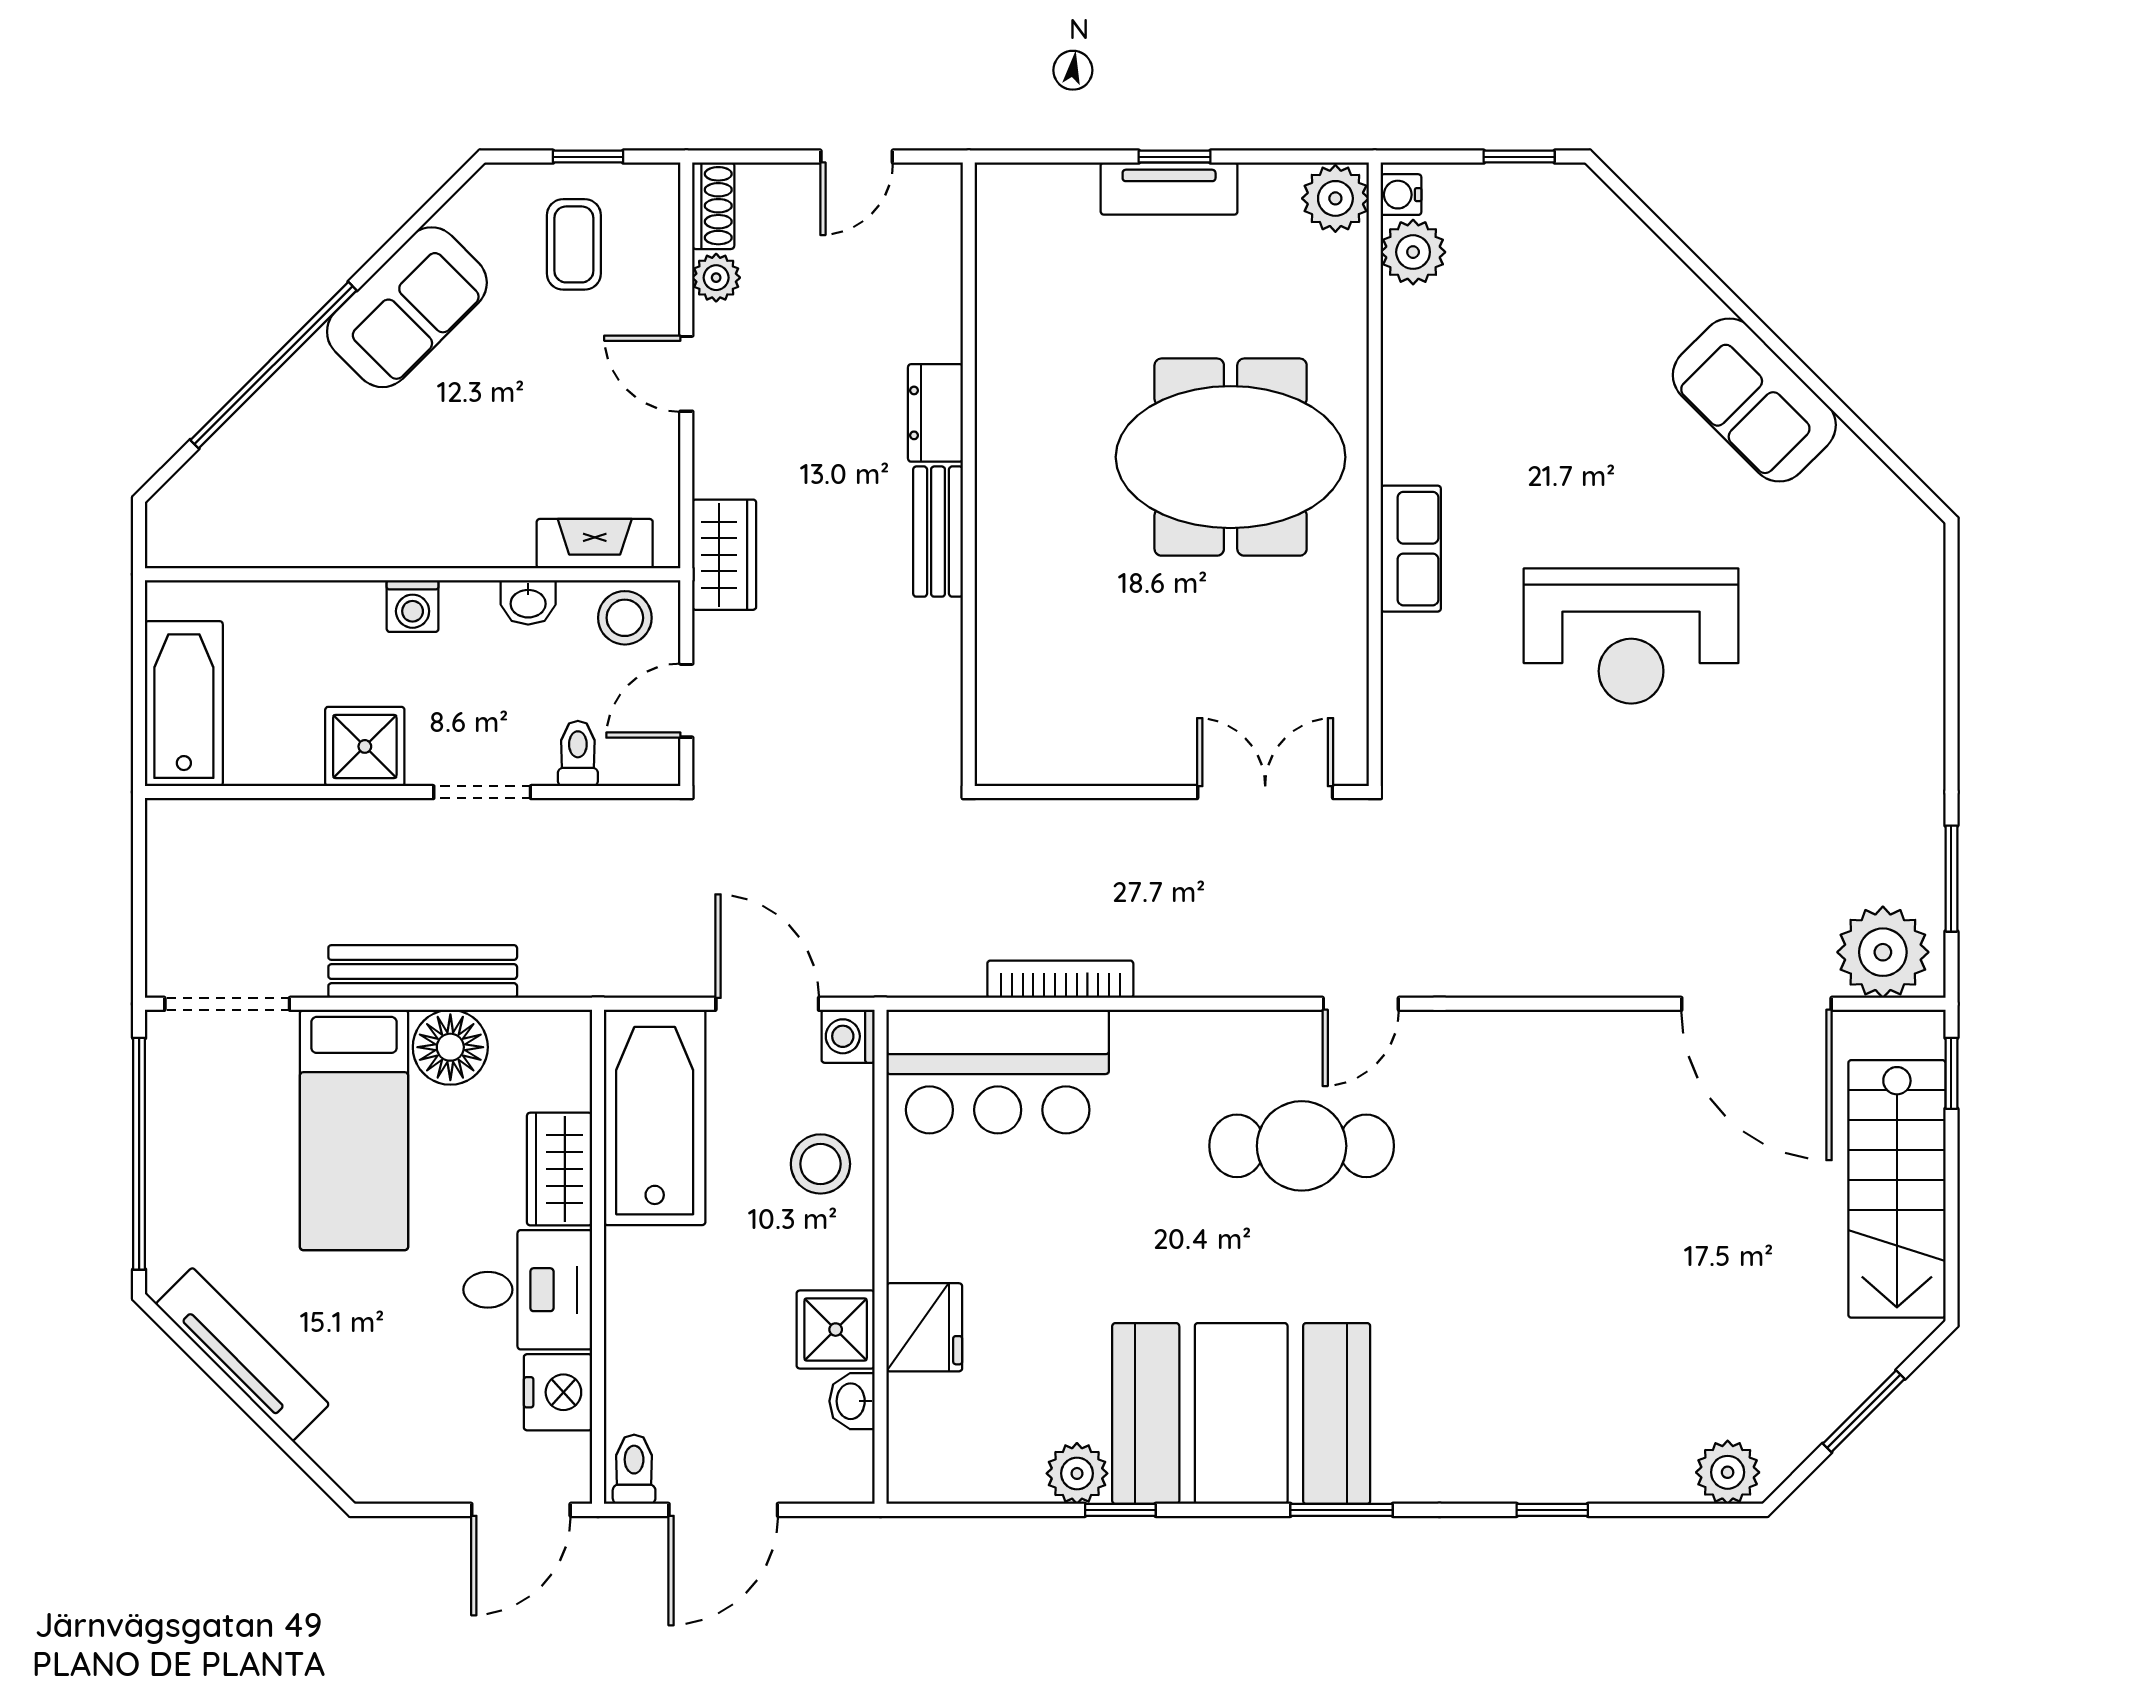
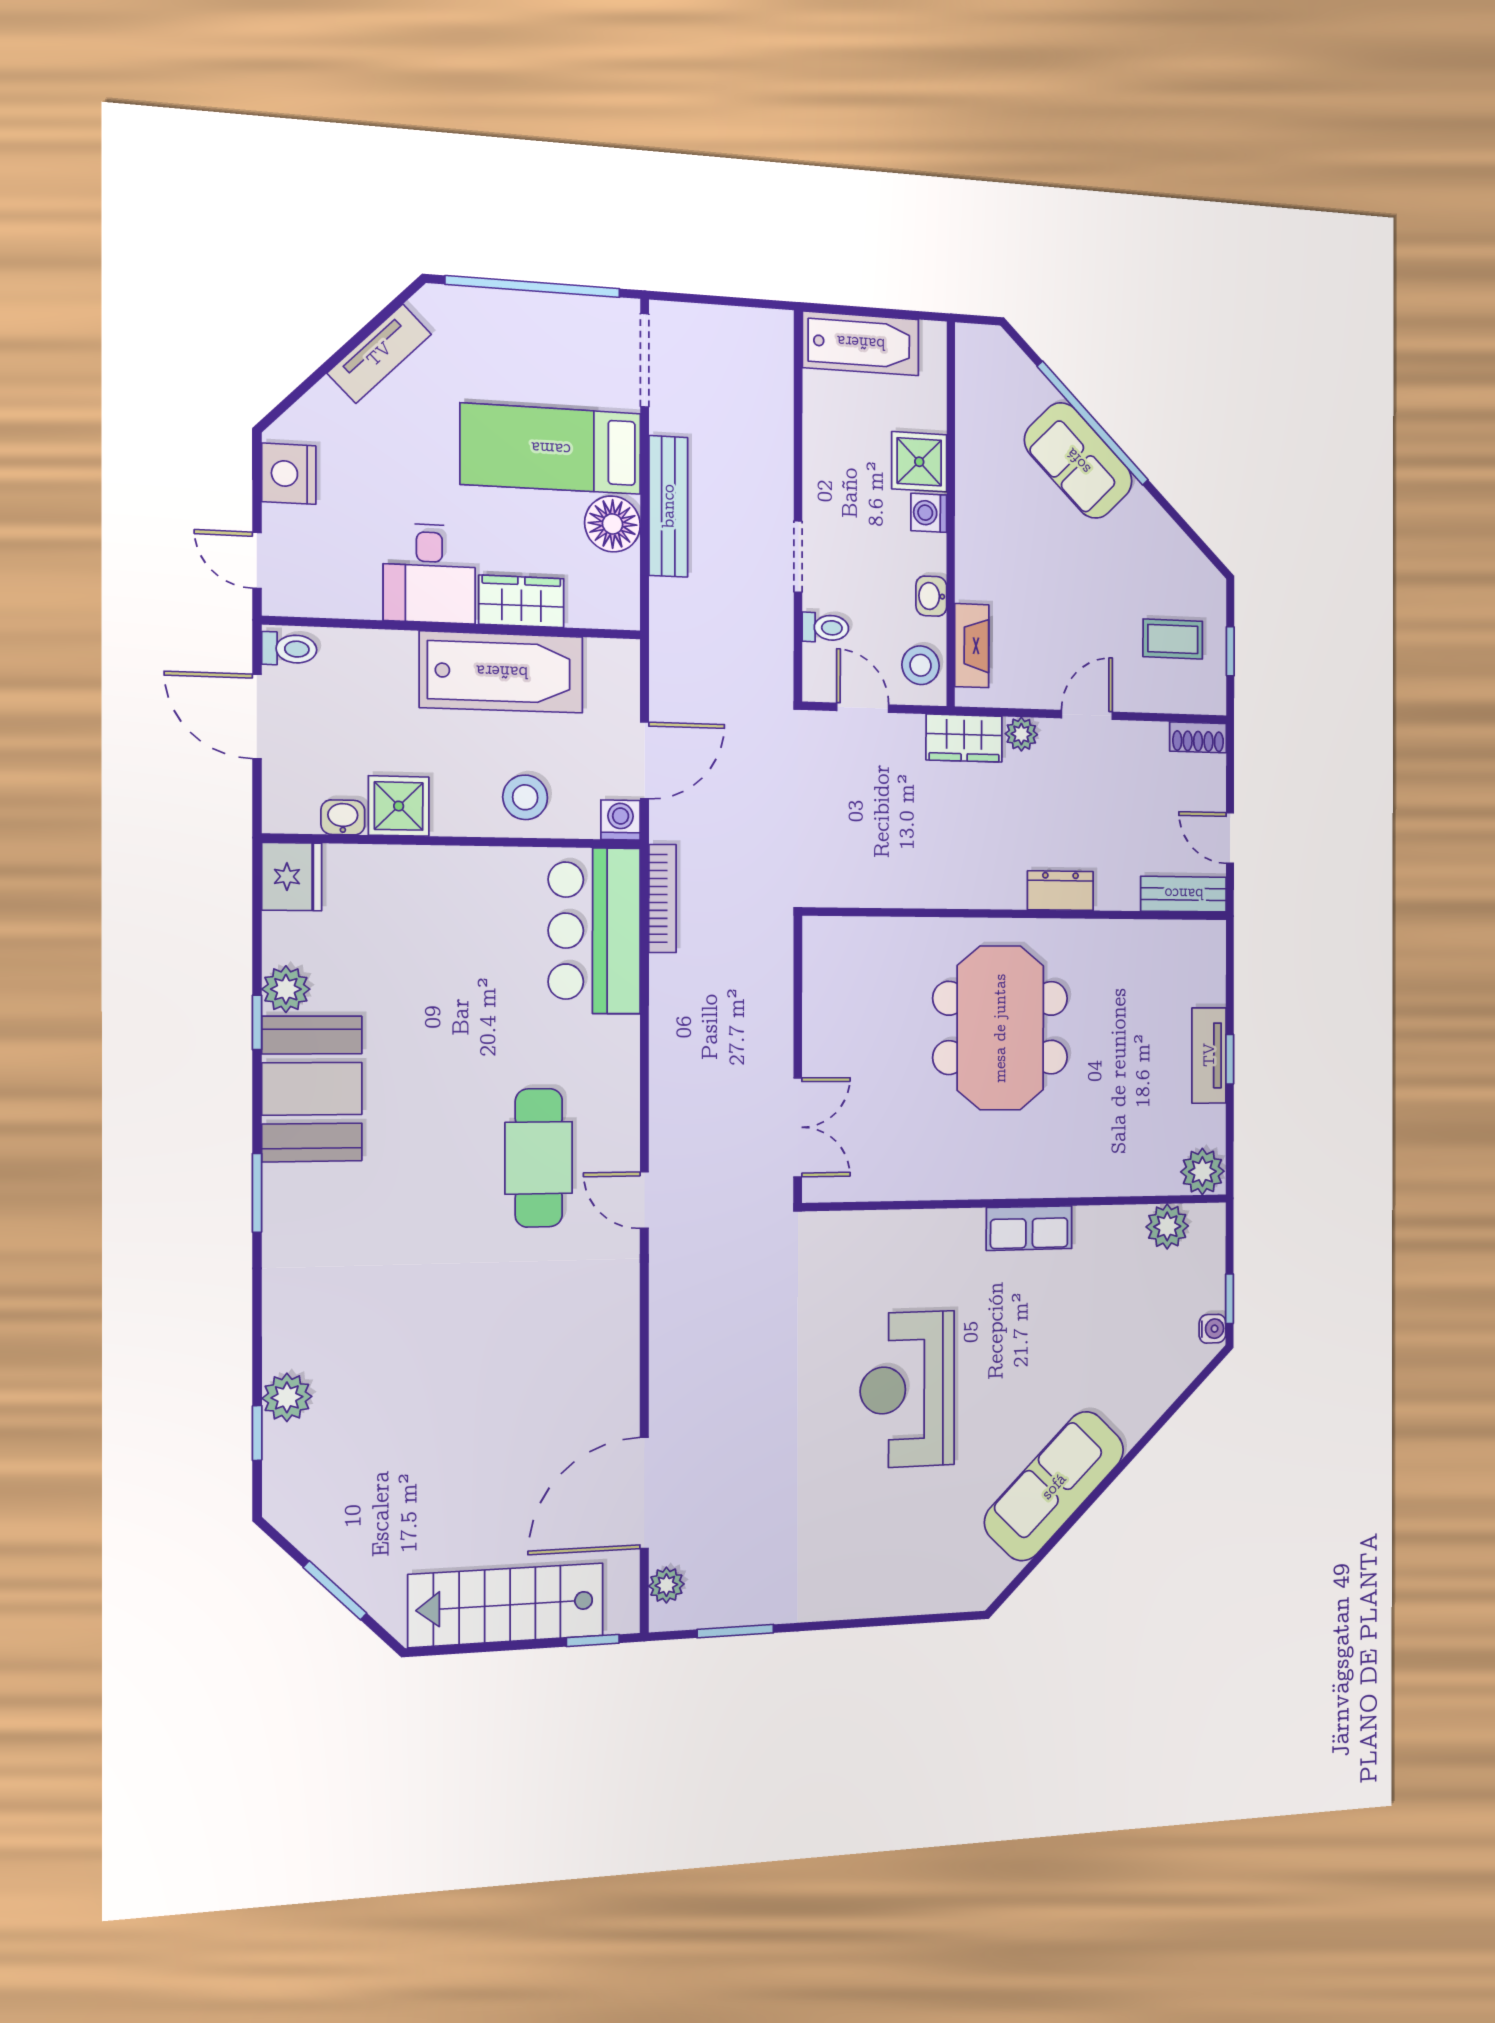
water cooler: (1401, 195) -> (1212, 1329), moved, turned 90
plant: (716, 278) -> (1021, 734), moved
sofa: (407, 307) -> (1078, 461), moved
sofa: (1754, 400) -> (1054, 1486), width x1.36
meeting table: (1231, 457) -> (1000, 1028), moved
bench: (938, 532) -> (1184, 894), moved
row of seats: (1411, 549) -> (1029, 1228), moved
shower: (365, 746) -> (919, 462), moved
plant: (1883, 952) -> (666, 1585), width x0.53, depth x0.53
bookcase: (1060, 979) -> (662, 898), moved
bathtub: (655, 1117) -> (502, 672), moved
fridge: (924, 1327) -> (292, 877), moved, turned -90
tv unit: (242, 1354) -> (379, 354), width x0.71
nightstand: (558, 1392) -> (289, 474), moved, turned 90
booth: (1241, 1414) -> (312, 1089), width x0.73, depth x0.70
plant: (1728, 1472) -> (287, 1397), moved
door: (521, 1510) -> (257, 560), width x0.73
window: (1552, 1510) -> (257, 1433), moved

